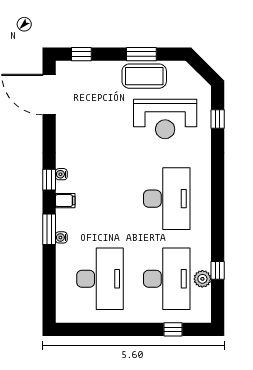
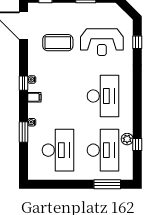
coffee table: (144, 76) -> (58, 43), moved
window: (49, 229) -> (24, 132), moved
plant: (202, 279) -> (127, 139), moved
window: (173, 329) -> (107, 184), width x2.17

